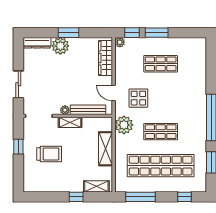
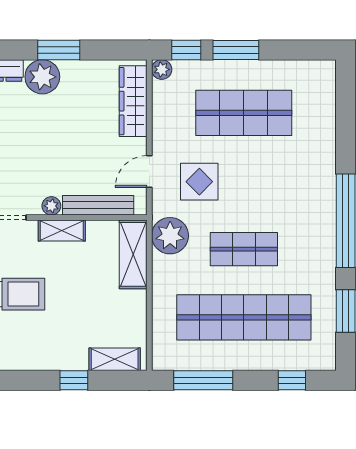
shop shelf: (161, 64) -> (244, 113), width x1.43, depth x1.36
door: (114, 93) -> (149, 172), hinge flipped
shelving: (106, 149) -> (133, 254), moved

